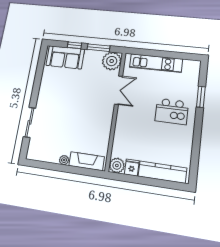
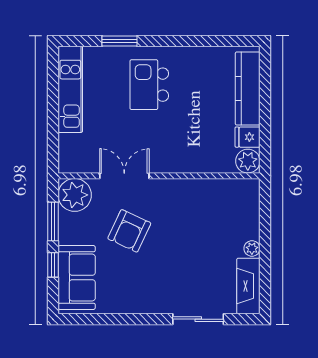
kitchen unit: (156, 63) -> (70, 89), moved
armchair: (86, 89) -> (129, 231), added
kitchen island: (172, 111) -> (149, 85), turned 180
fireplace: (87, 161) -> (248, 286), moved

